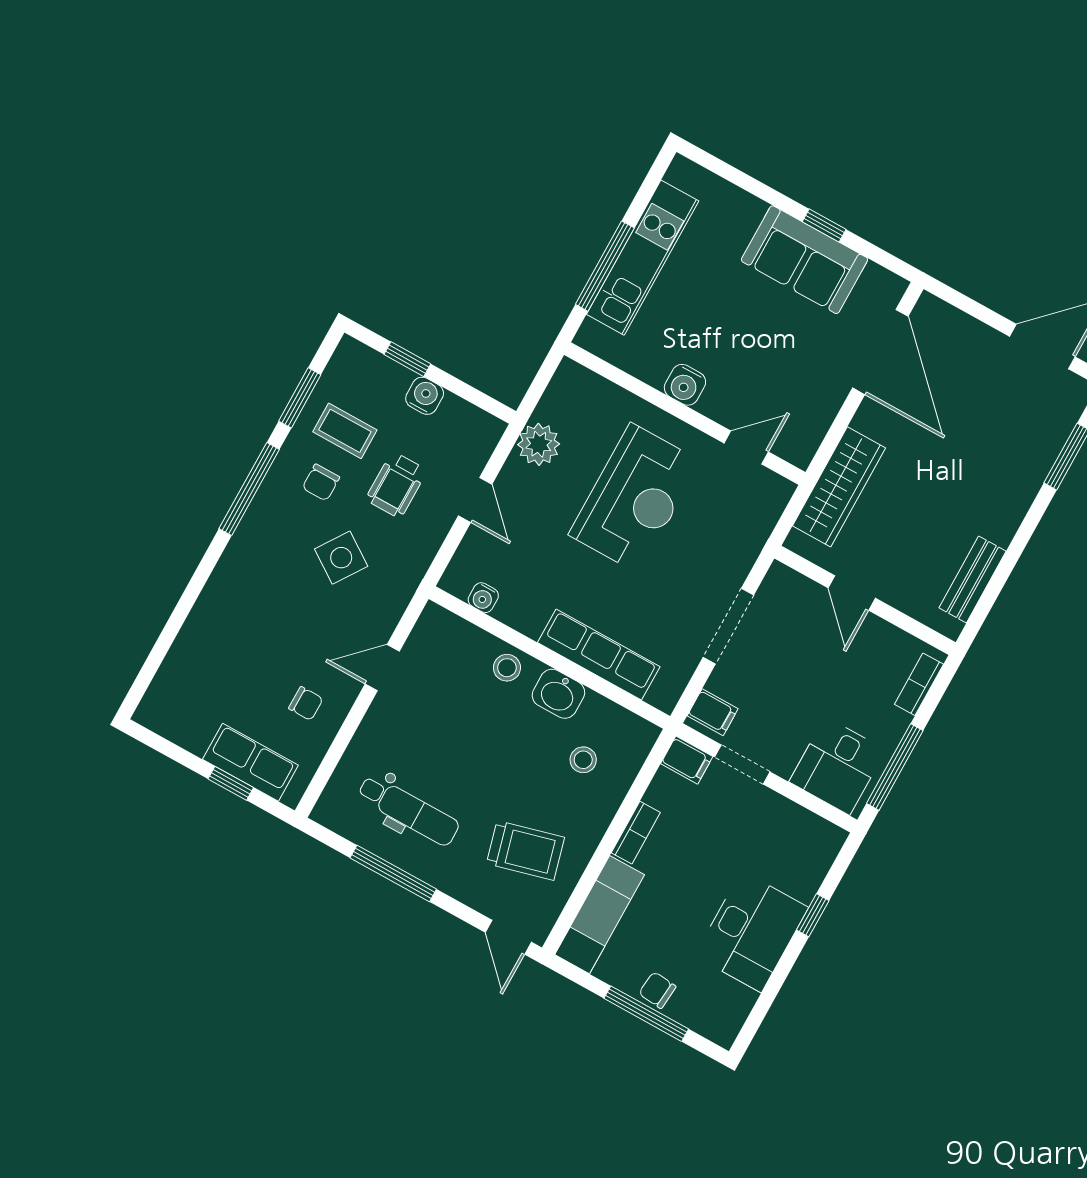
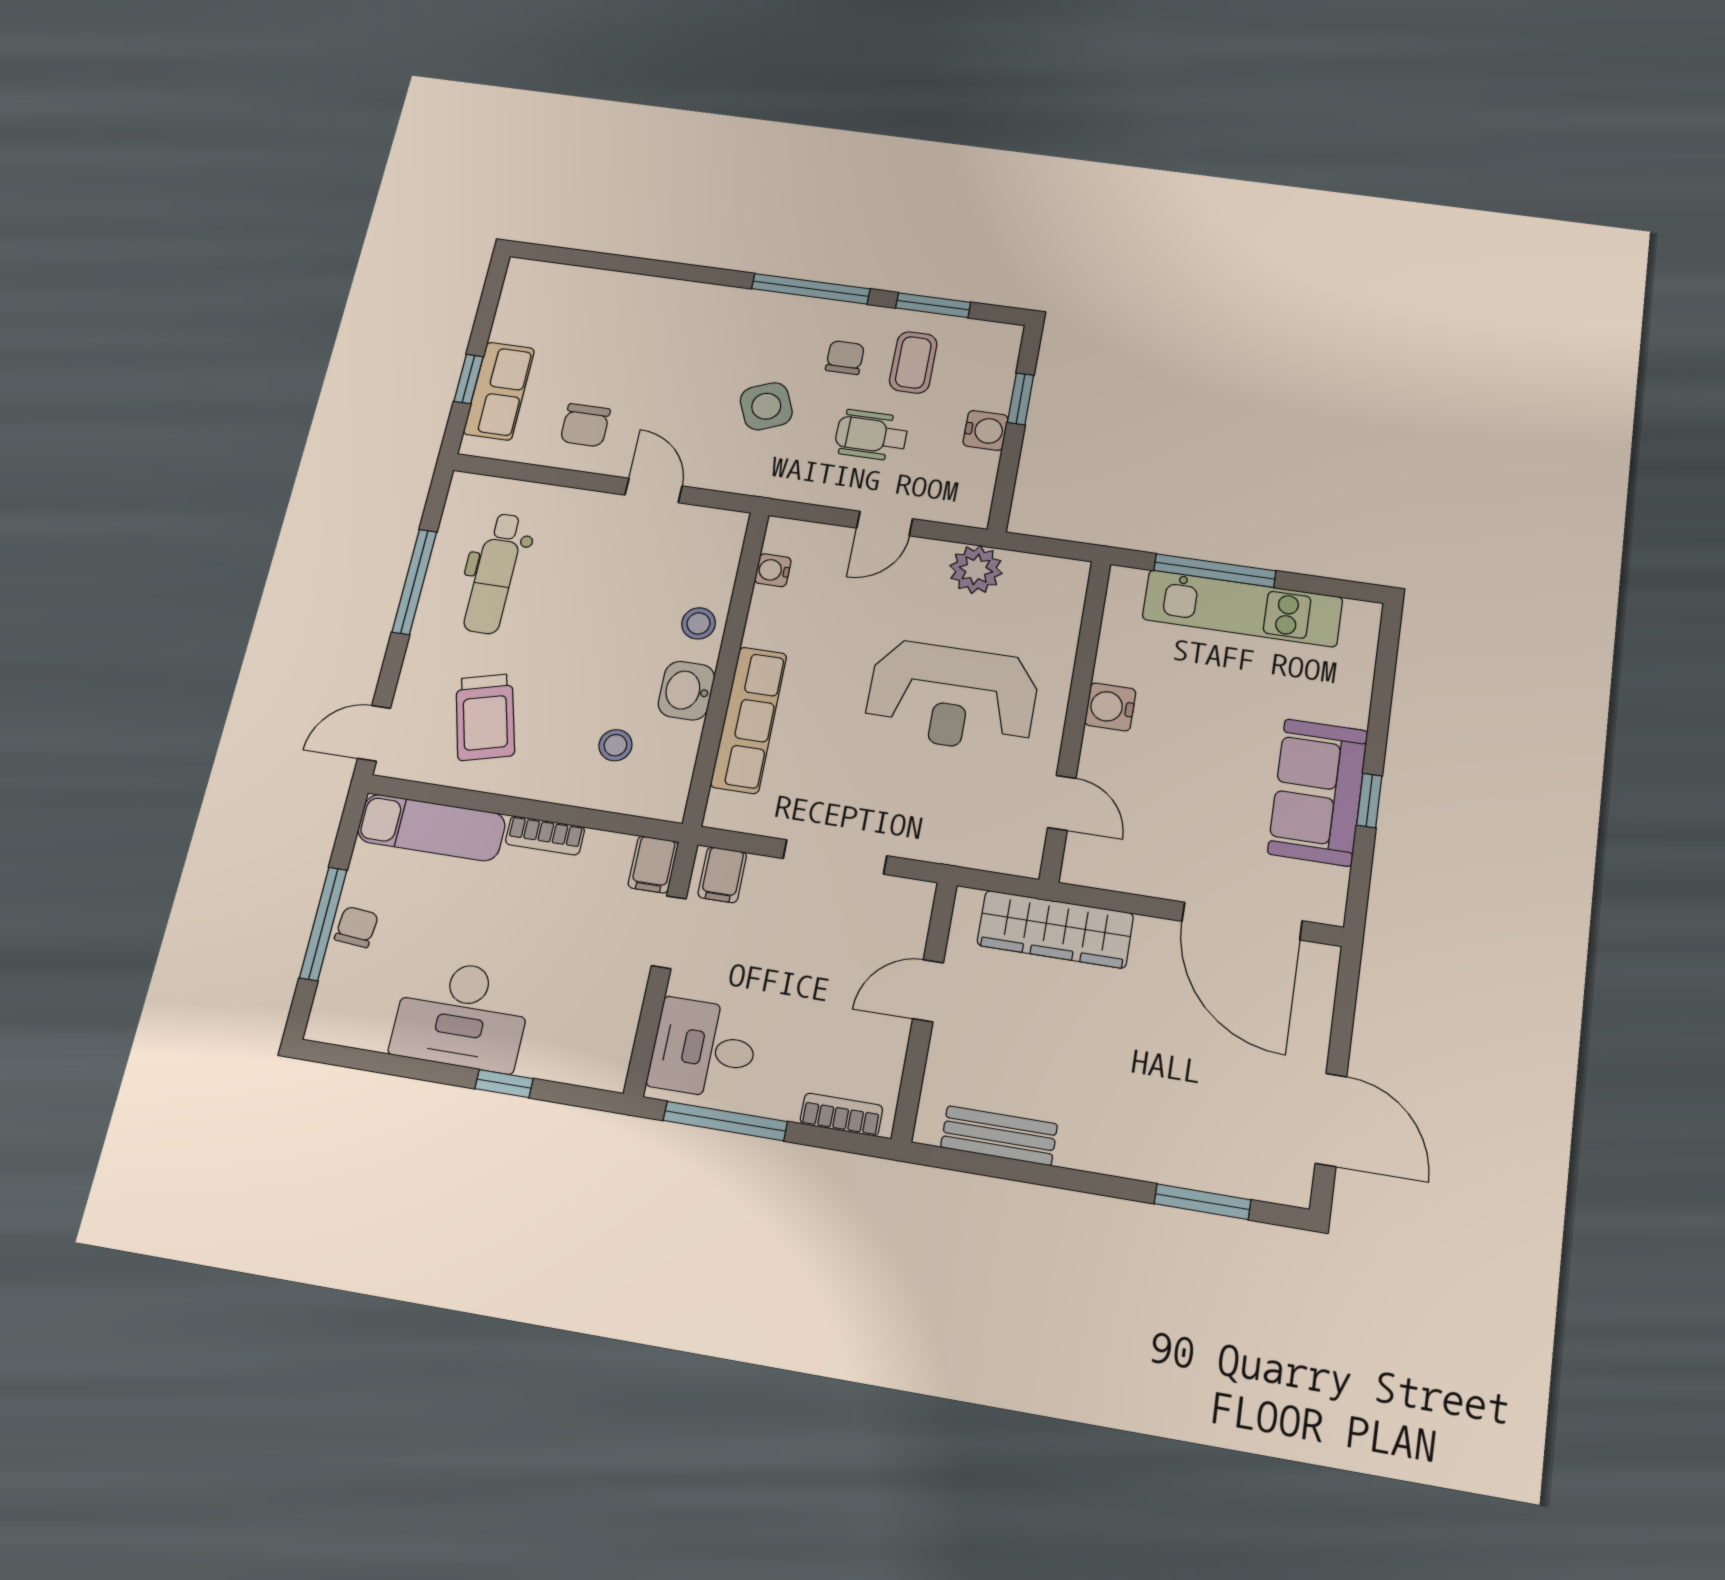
door: (880, 352) -> (1242, 921), hinge flipped
chair: (321, 483) -> (845, 358), turned 90
side table: (341, 558) -> (766, 406), turned 33
chair: (306, 704) -> (585, 425), width x1.37, depth x1.37

